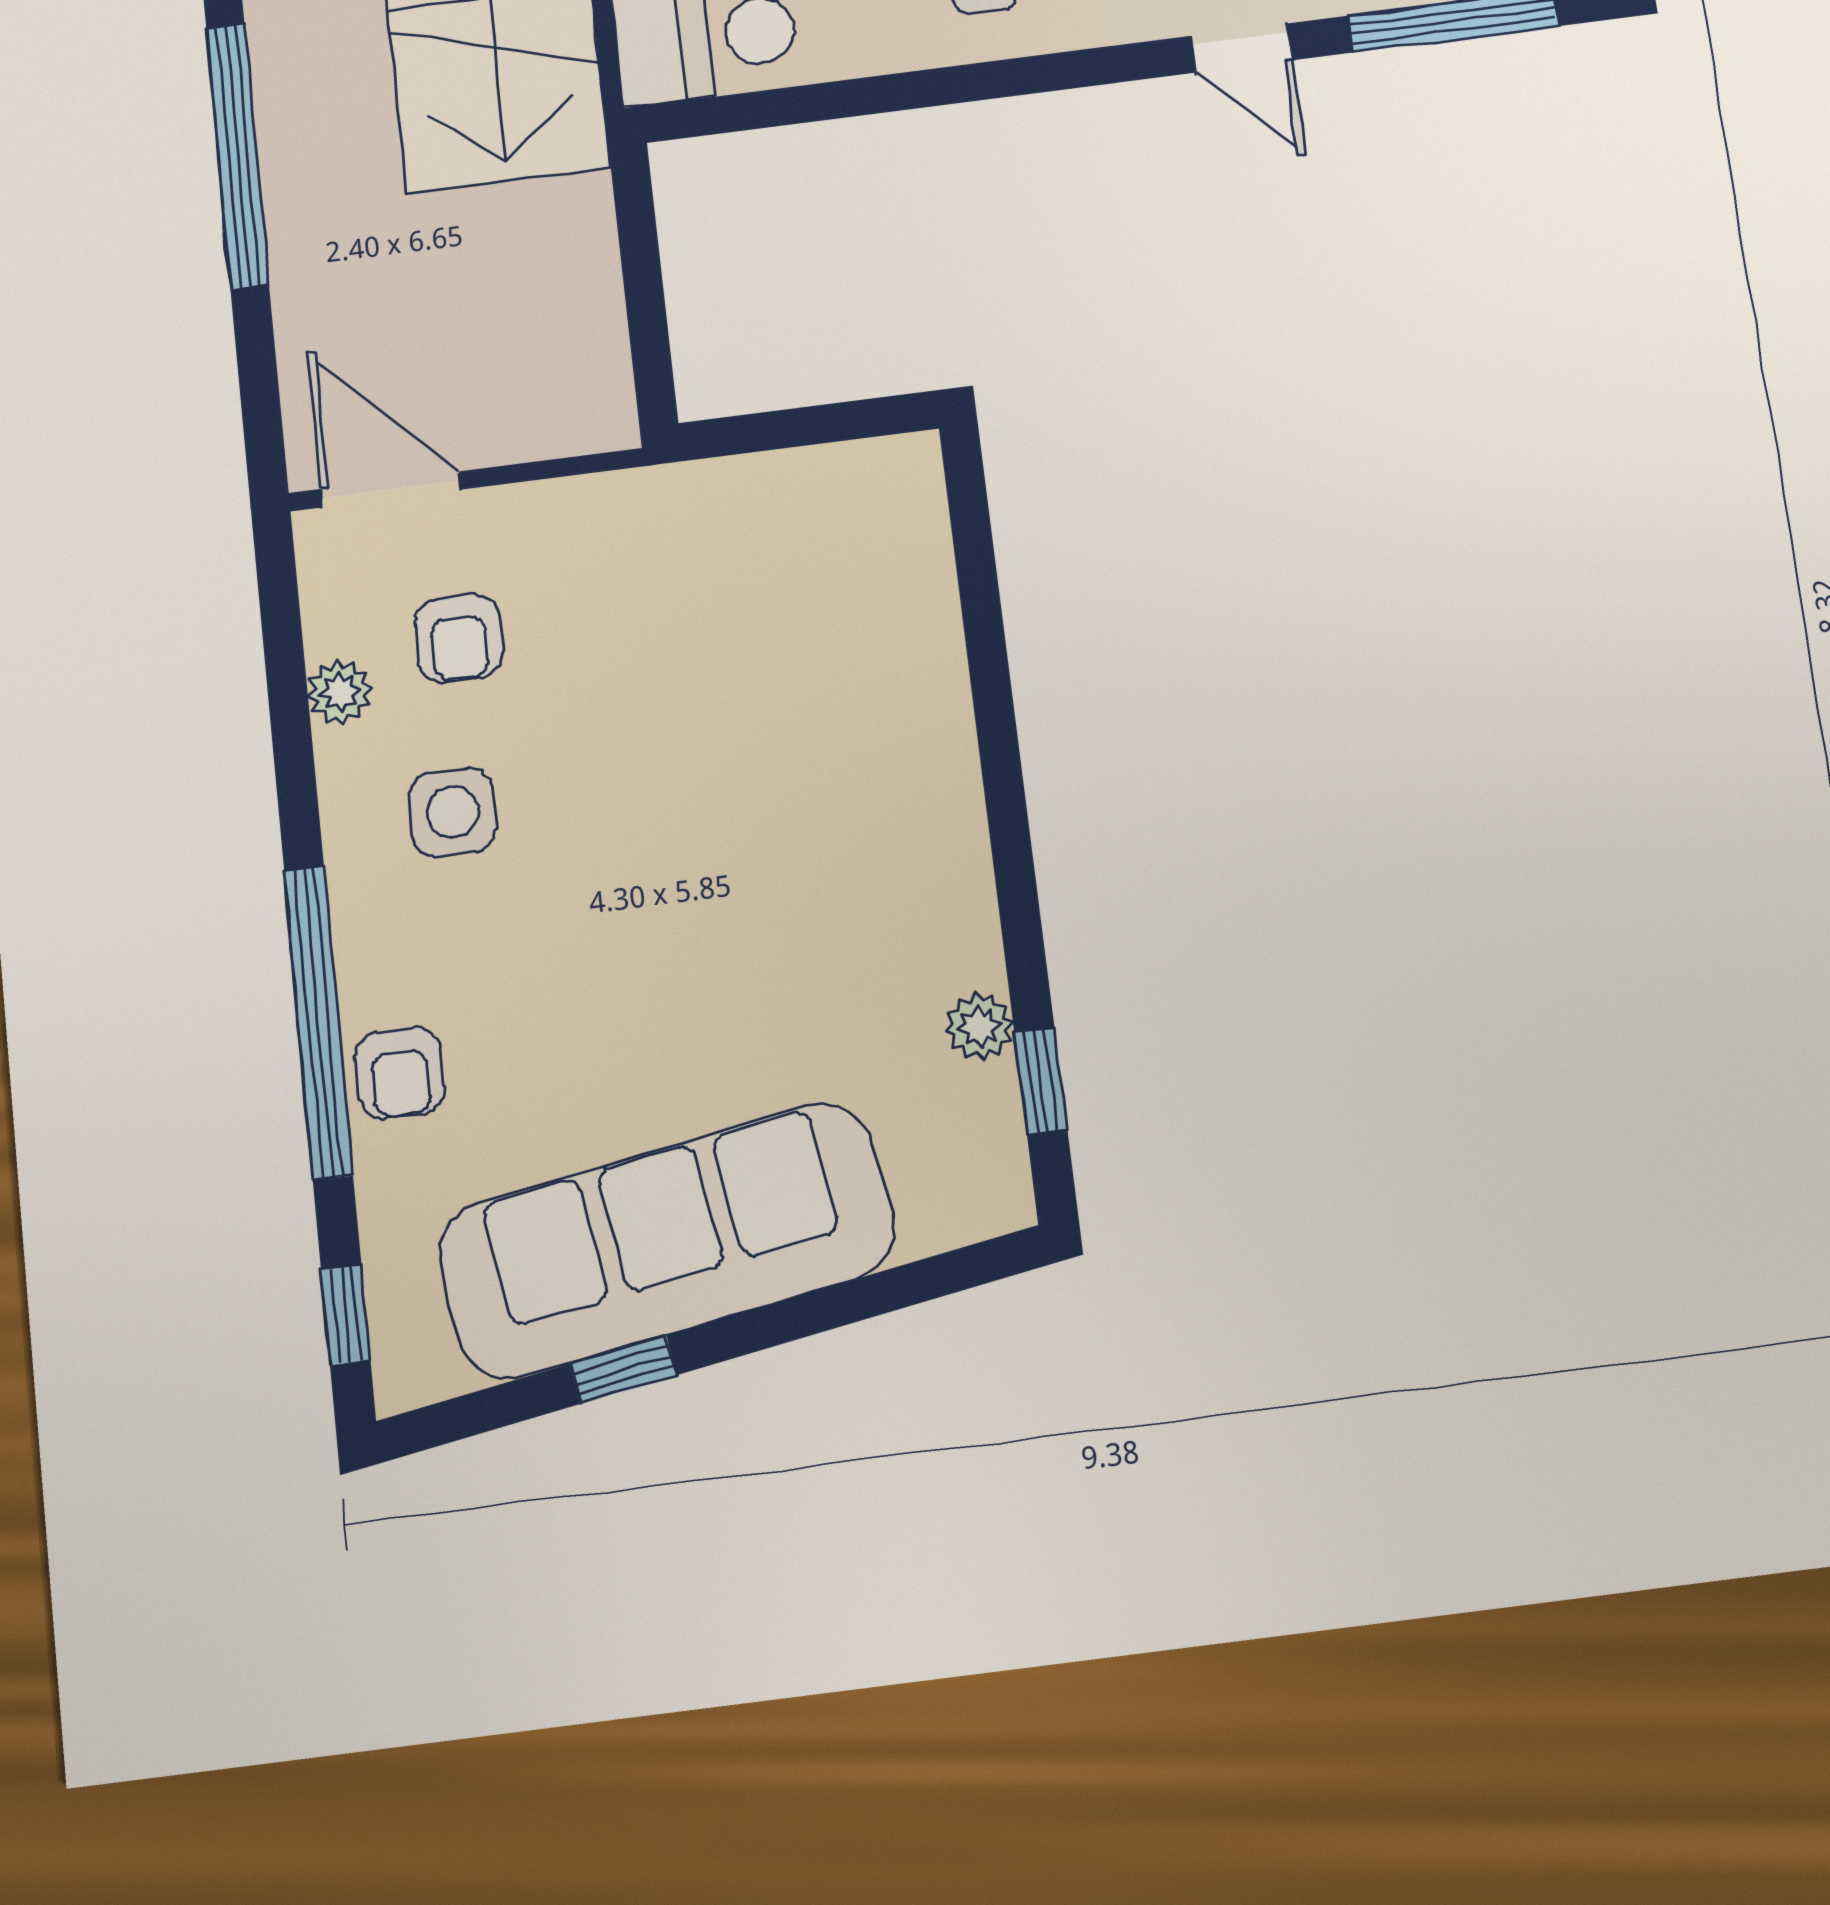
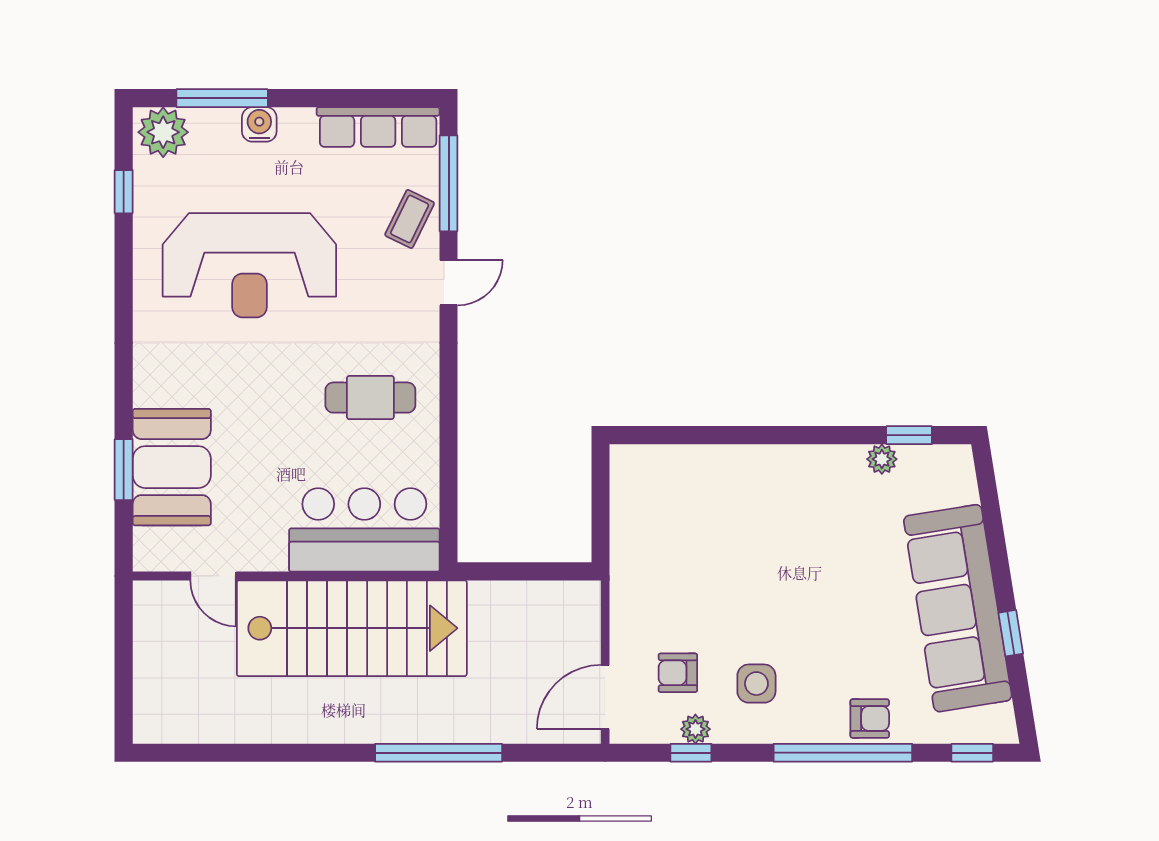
armchair: (459, 638) -> (678, 673), turned 180
window: (287, 689) -> (691, 753), added

